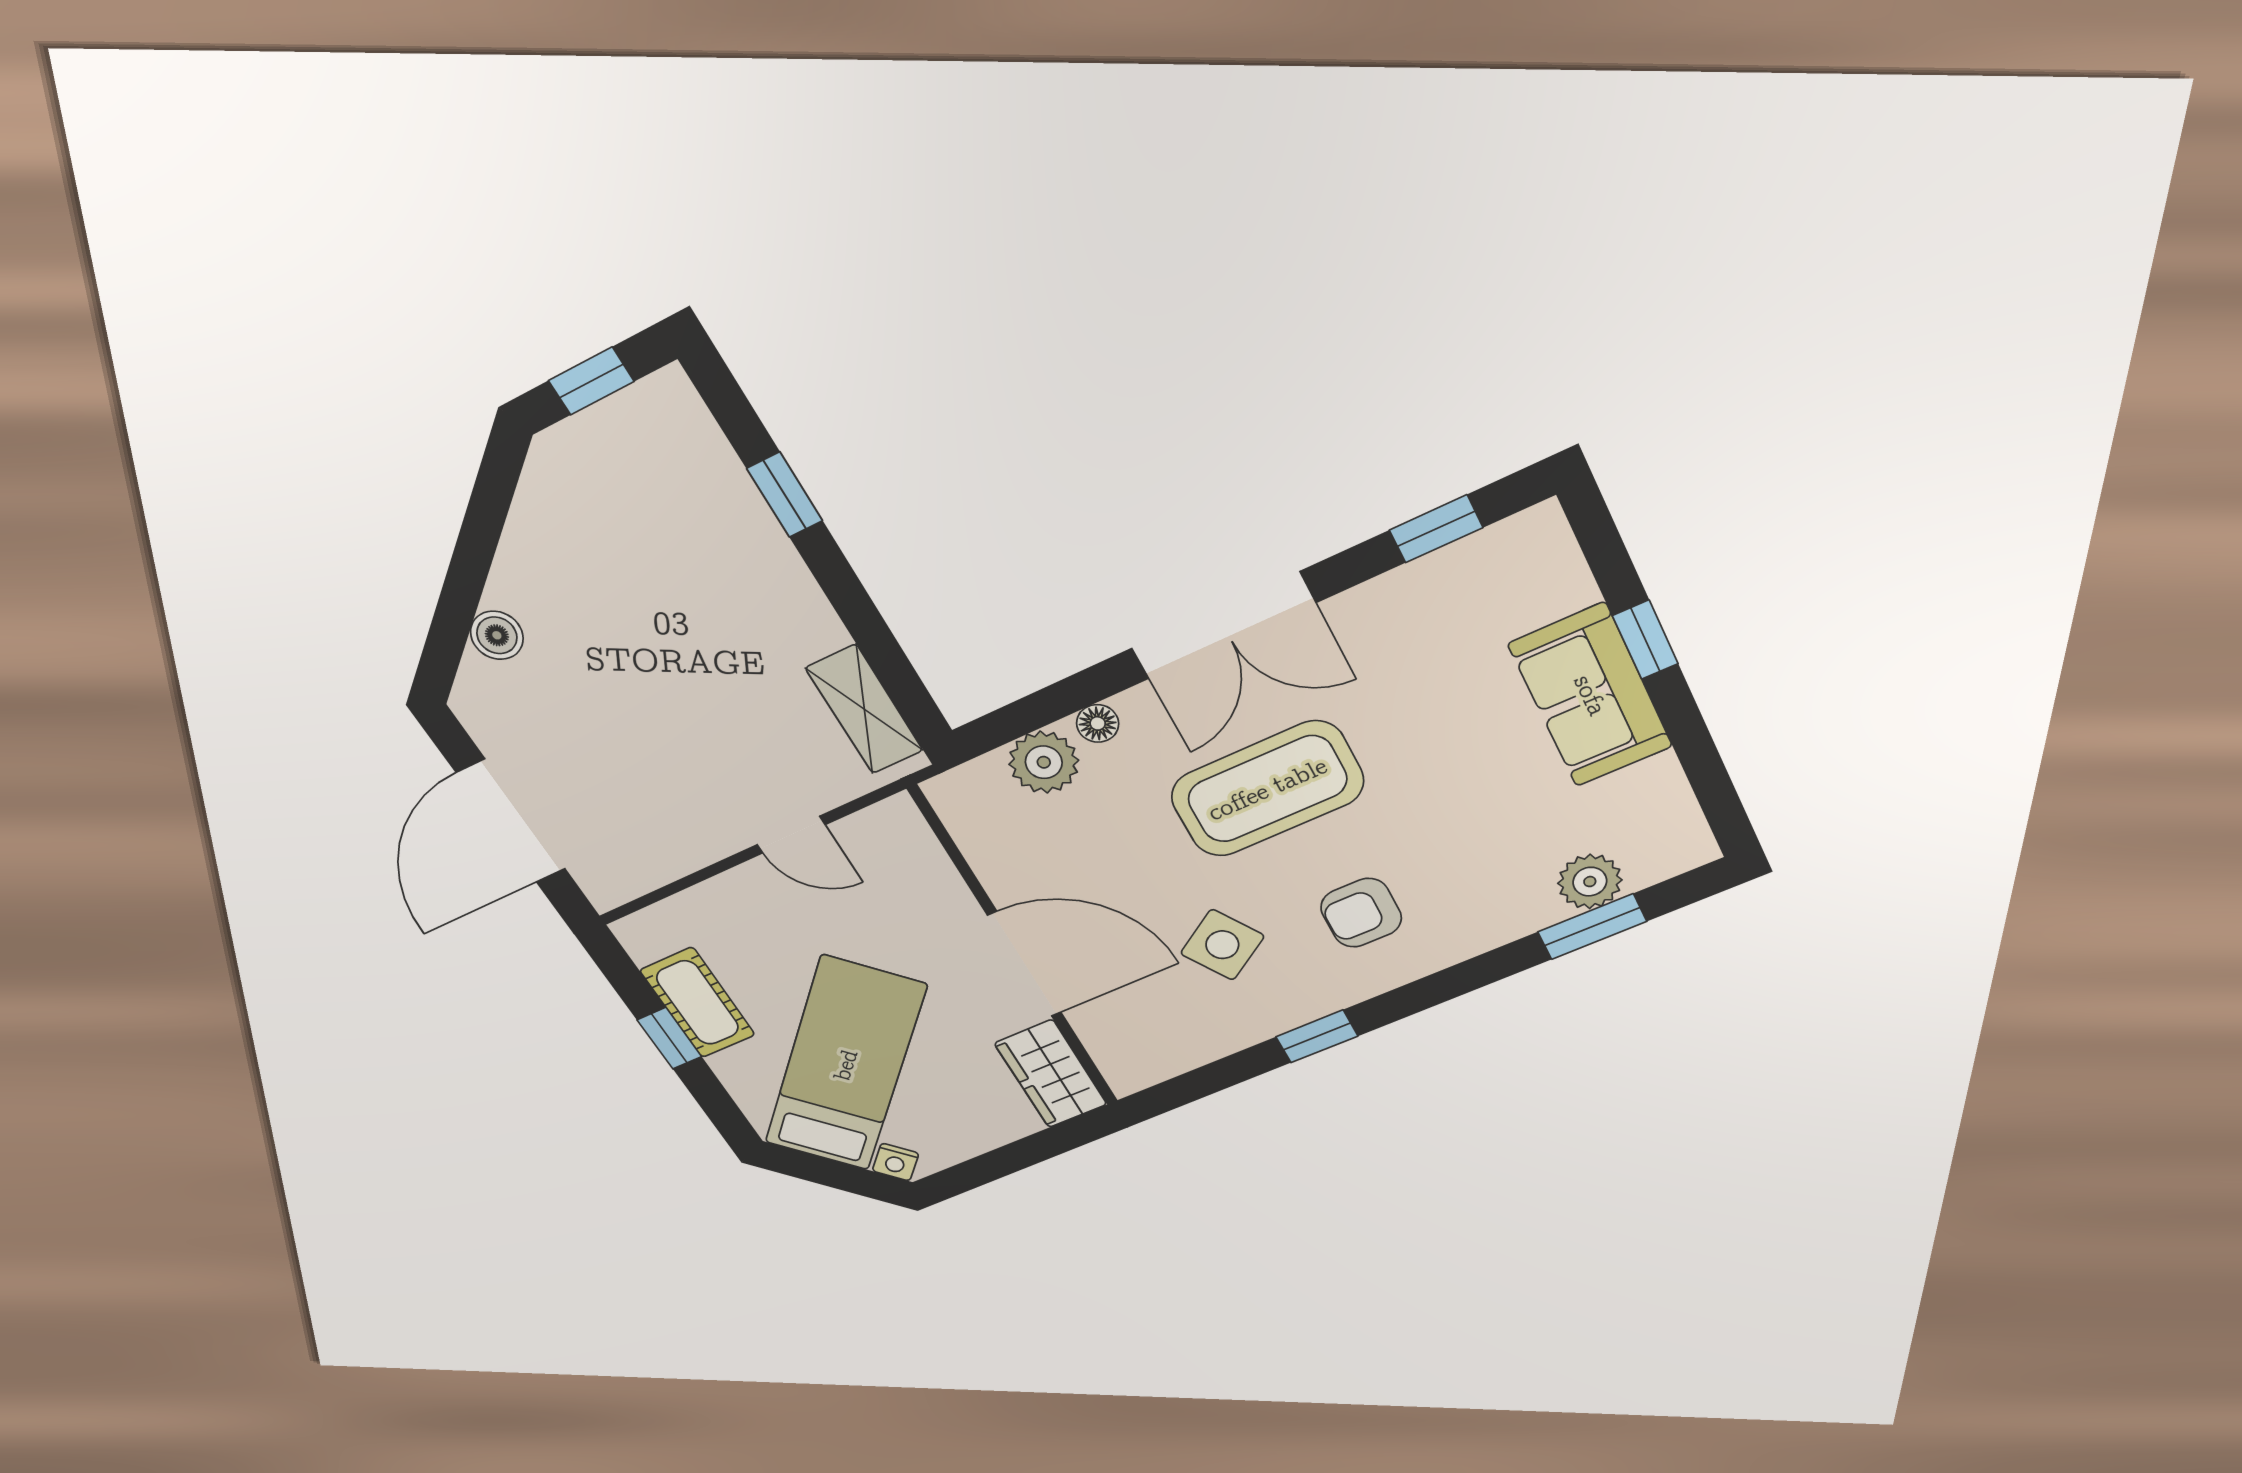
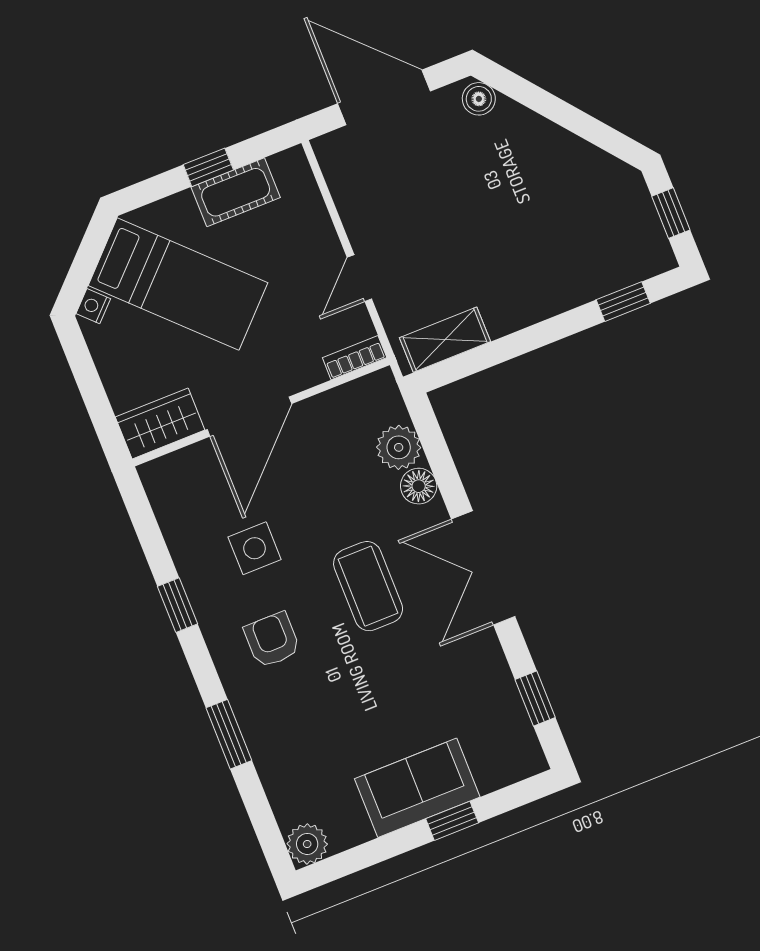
window: (785, 495) -> (623, 302), moved
boiler: (497, 635) -> (479, 99), moved
floor lamp: (1098, 723) -> (419, 486), width x1.37, depth x1.37
coffee table: (1267, 789) -> (368, 586), width x0.73, depth x0.76
bookcase: (914, 833) -> (355, 358), added
plant: (1590, 882) -> (307, 844), moved
window: (1592, 927) -> (229, 734), moved
side table: (1222, 945) -> (255, 548), turned 33

